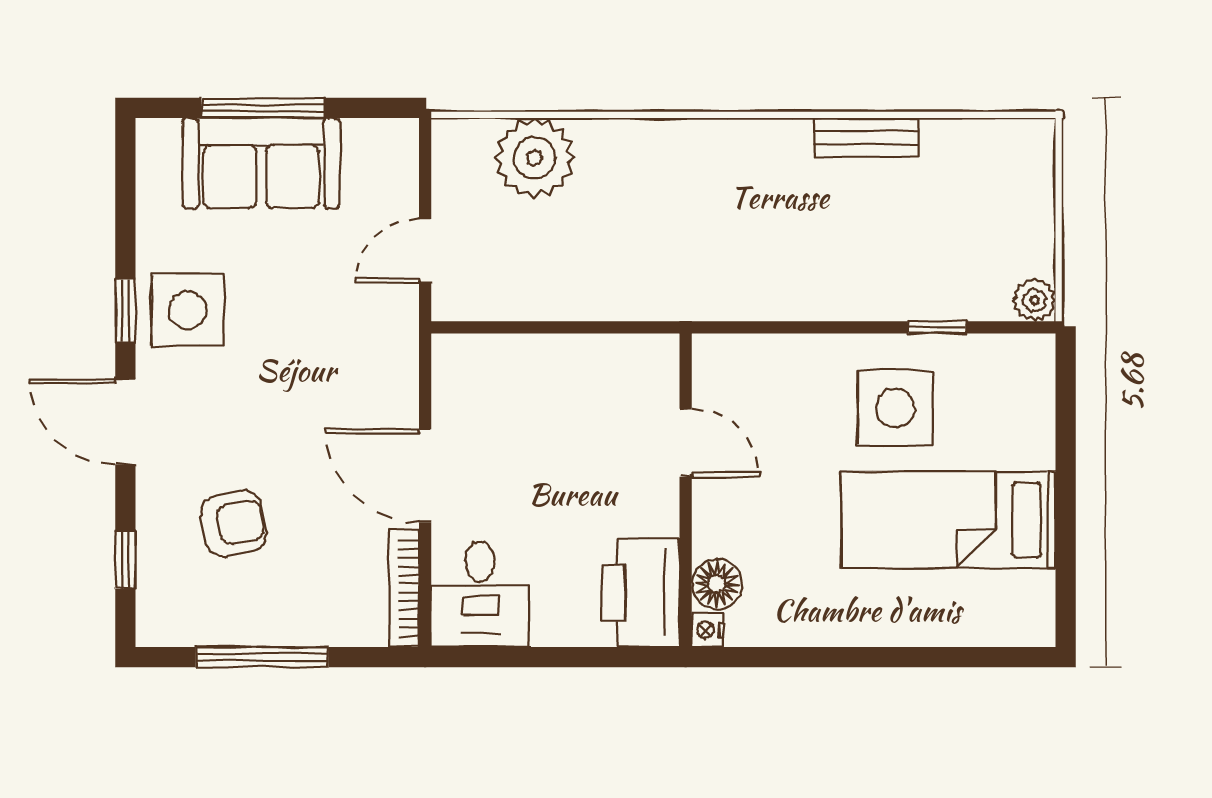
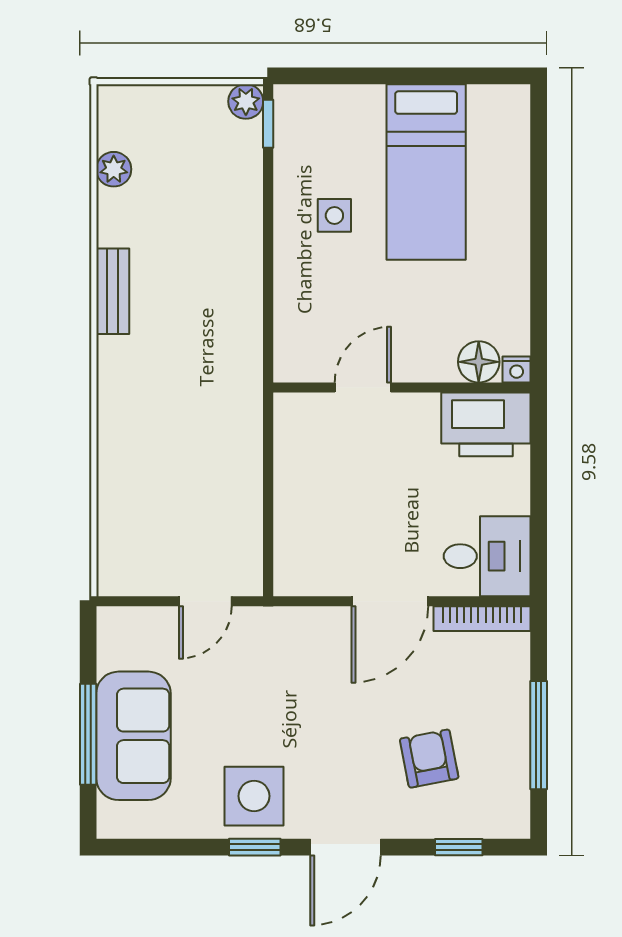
bench: (866, 138) -> (113, 291), moved
plant: (534, 158) -> (114, 169), moved, width x0.53, depth x0.53
door: (425, 251) -> (205, 601), hinge flipped
window: (937, 327) -> (268, 124), moved
side table: (895, 408) -> (334, 215), width x0.54, depth x0.54

